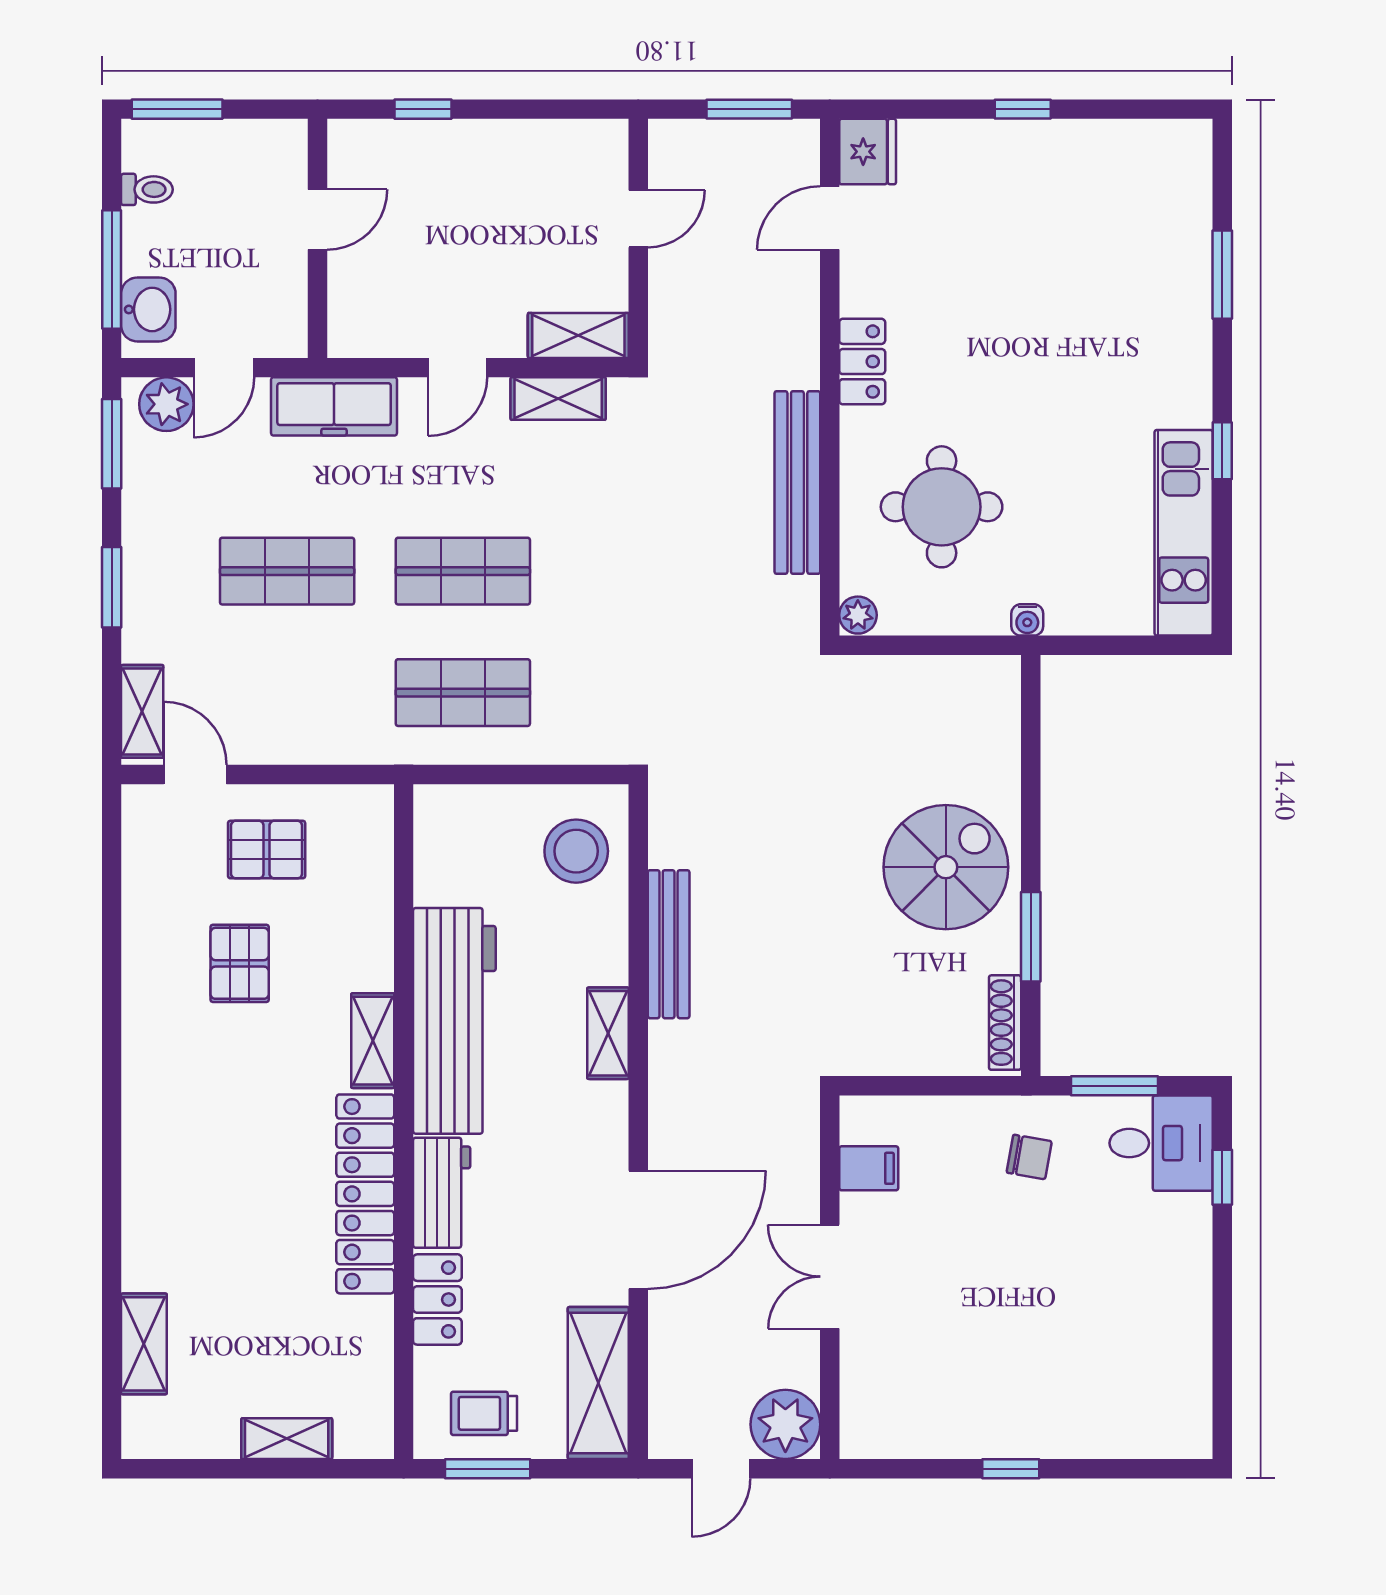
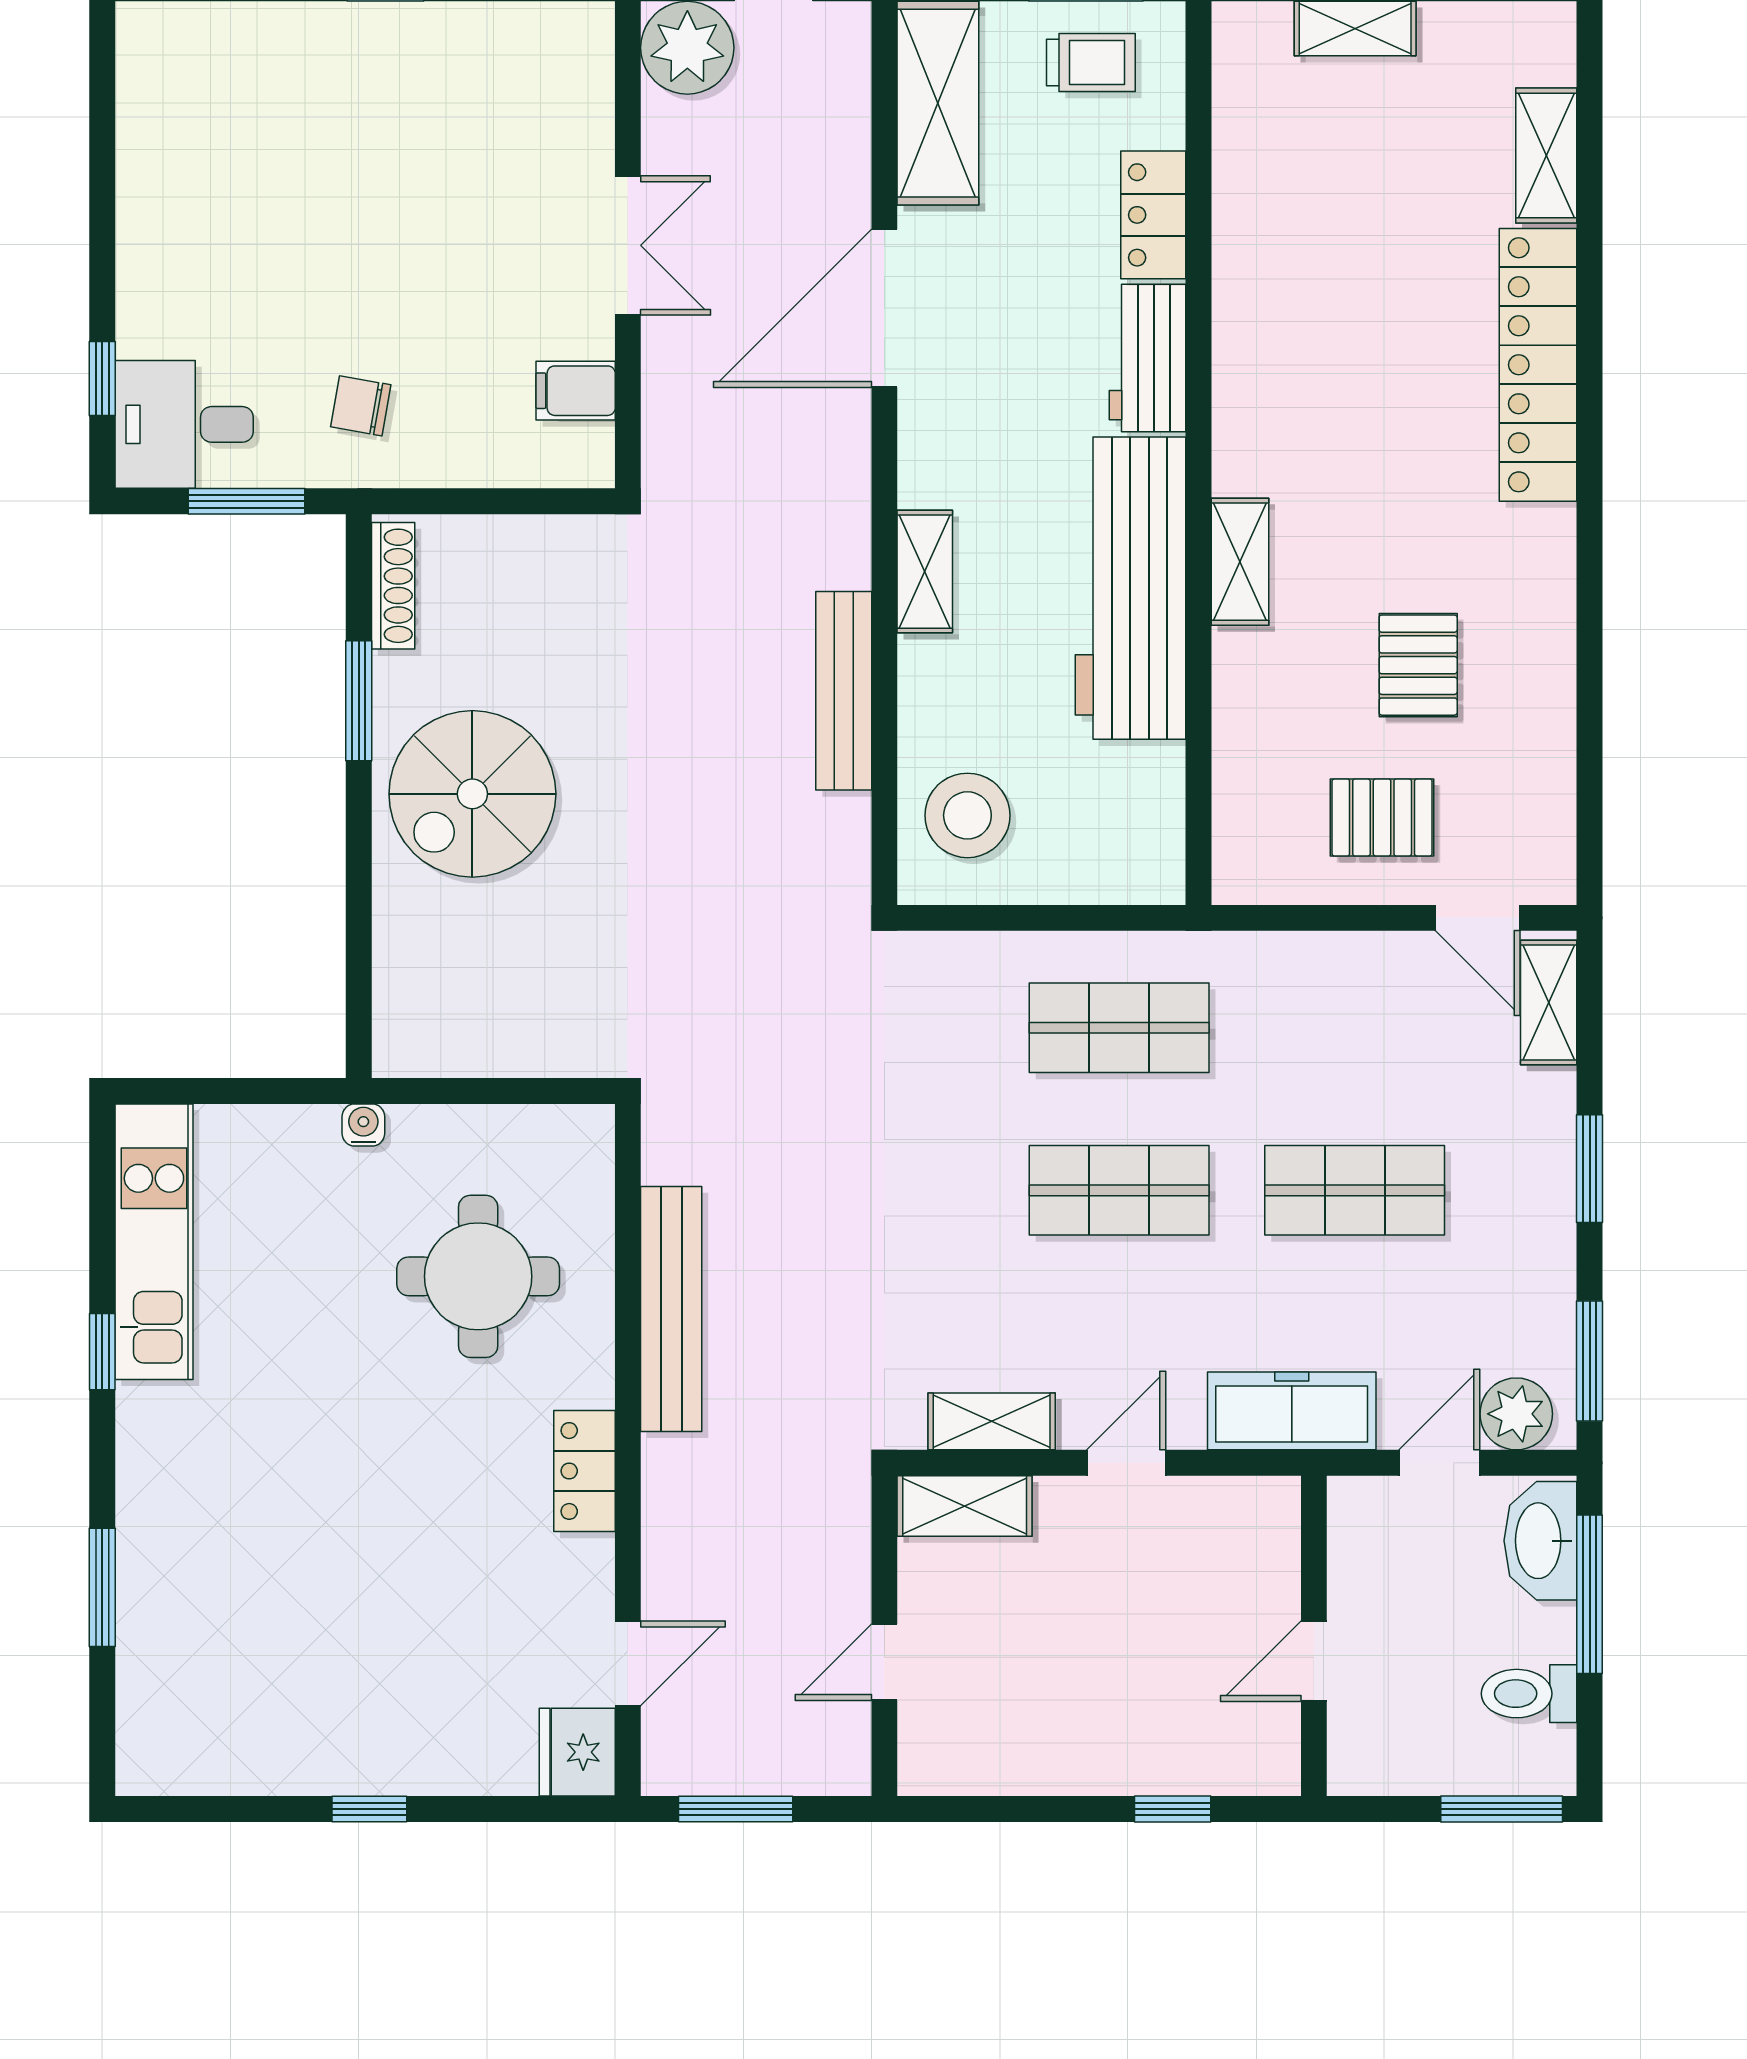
toilet: (147, 189) -> (1529, 1694), width x1.37, depth x1.39
washbasin: (148, 309) -> (1540, 1541), width x1.38
plant: (858, 615) -> (590, 1132), removed
locker: (365, 1194) -> (1538, 365), moved, turned 180

